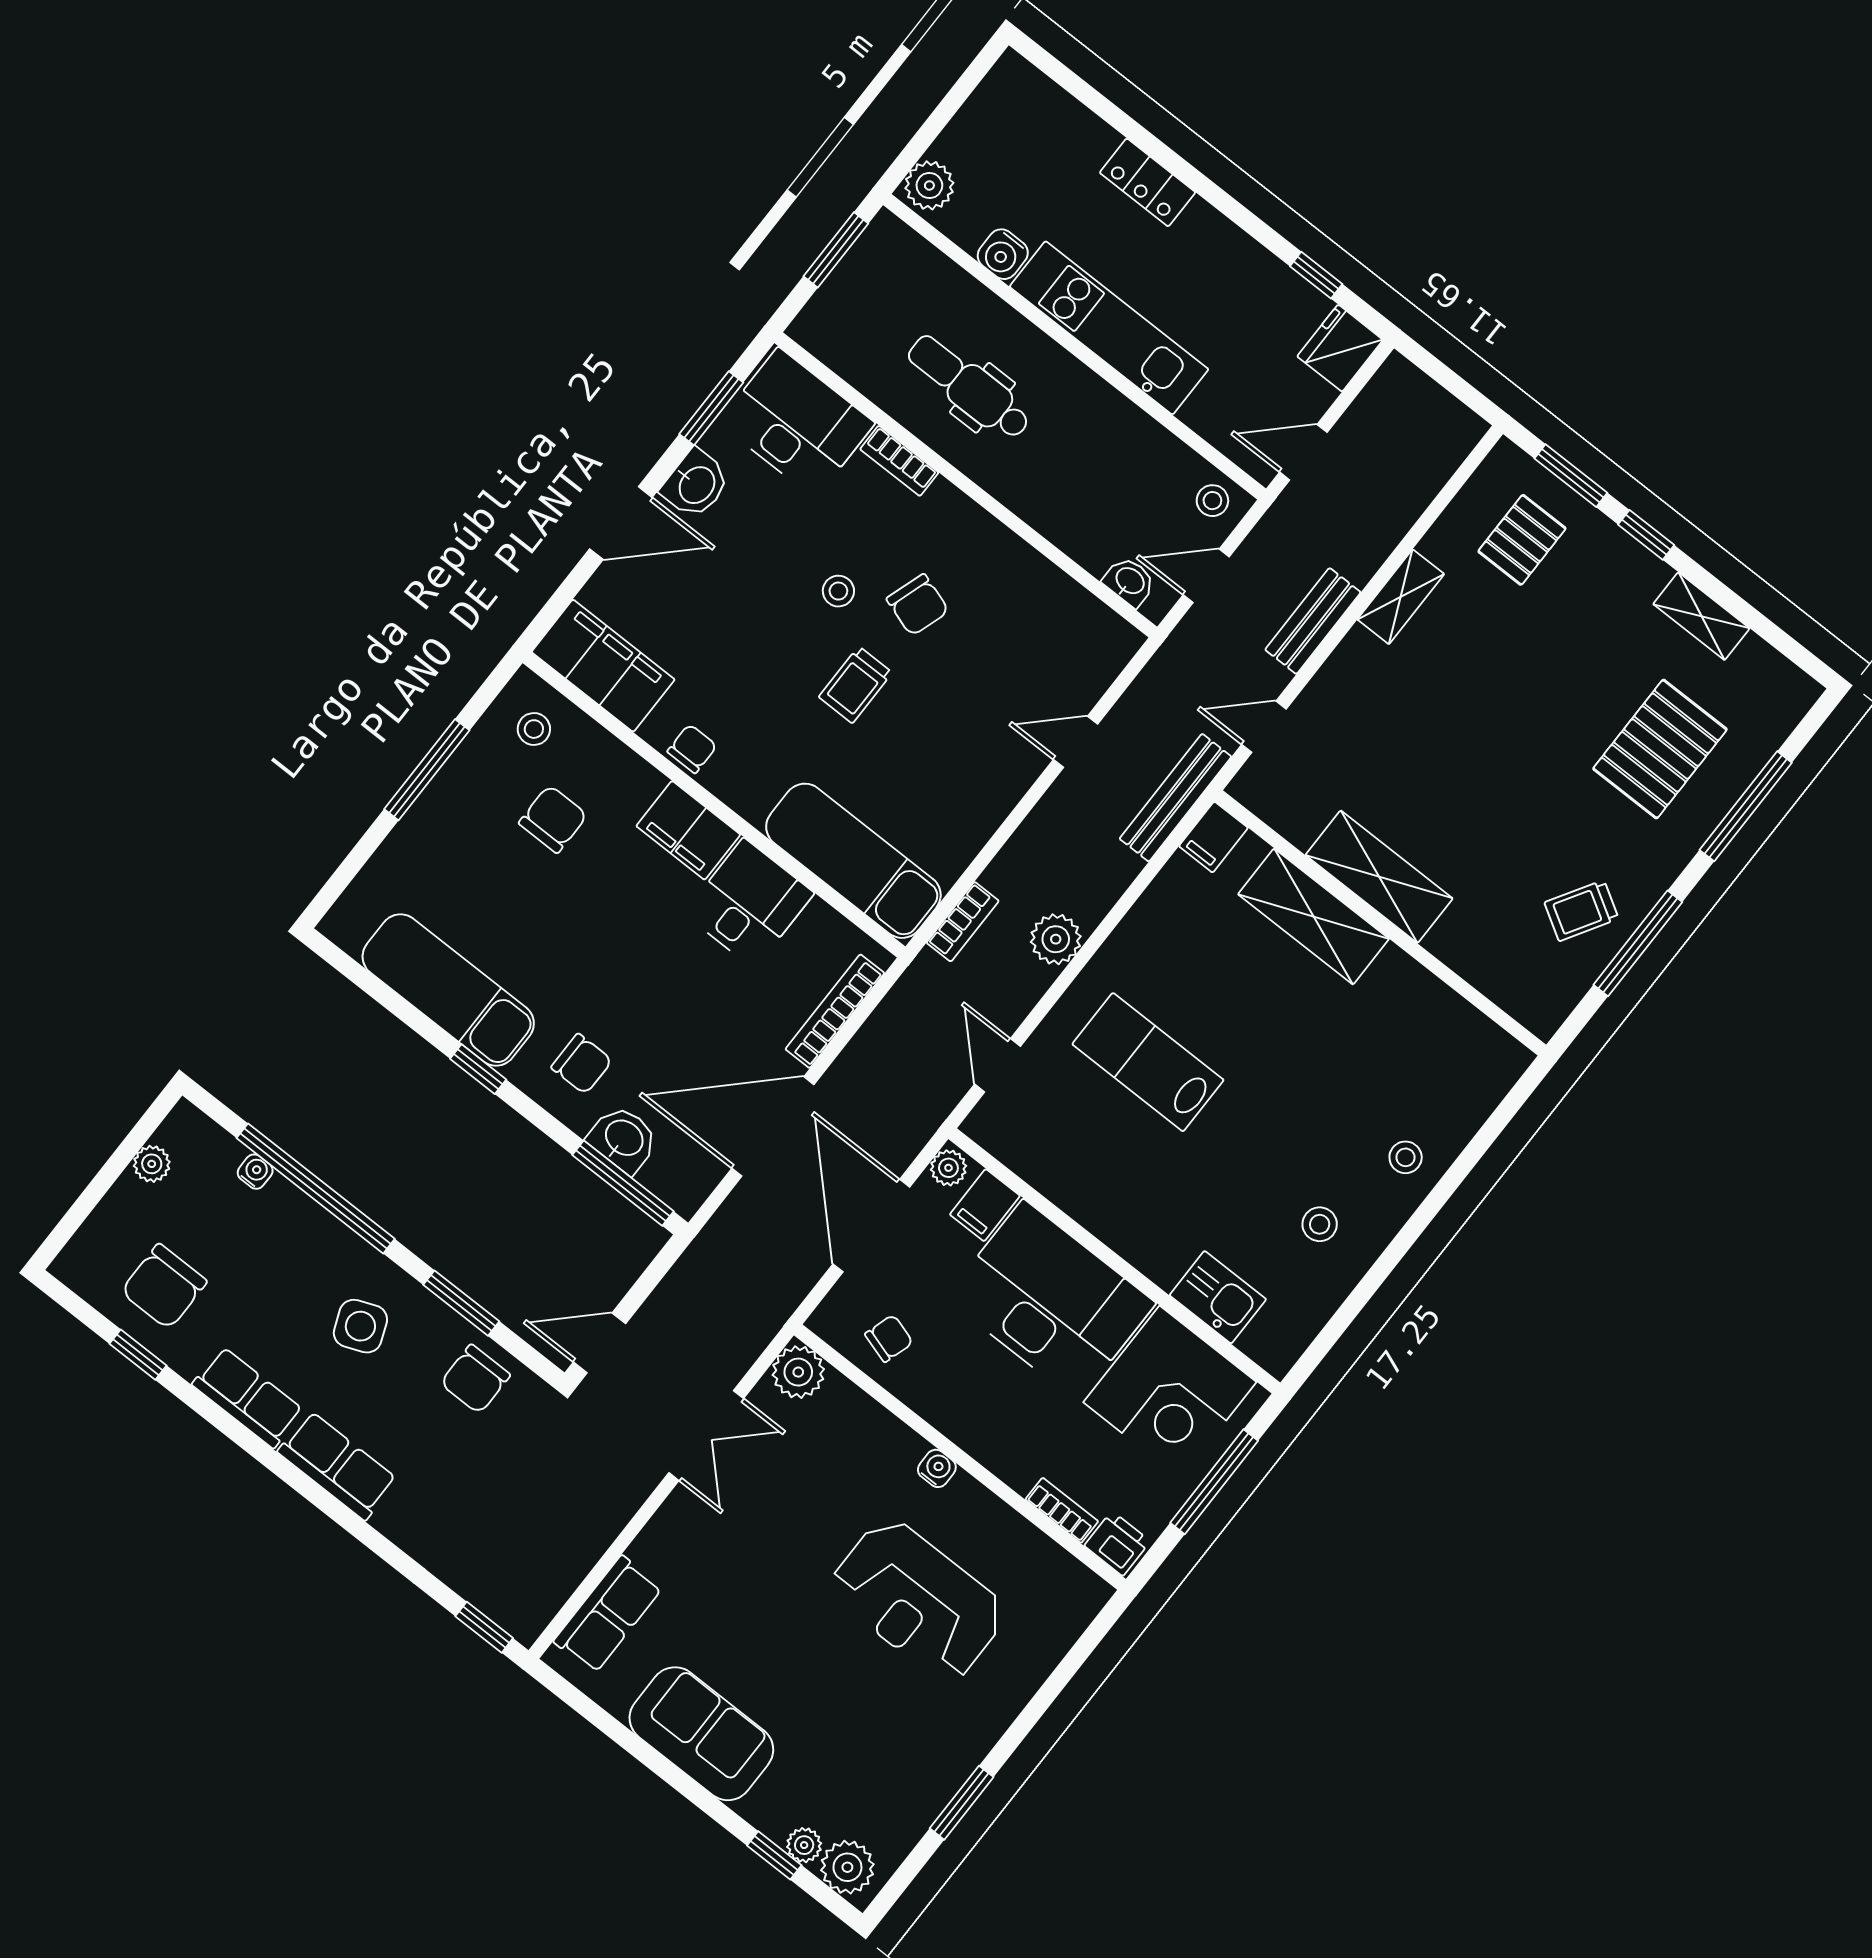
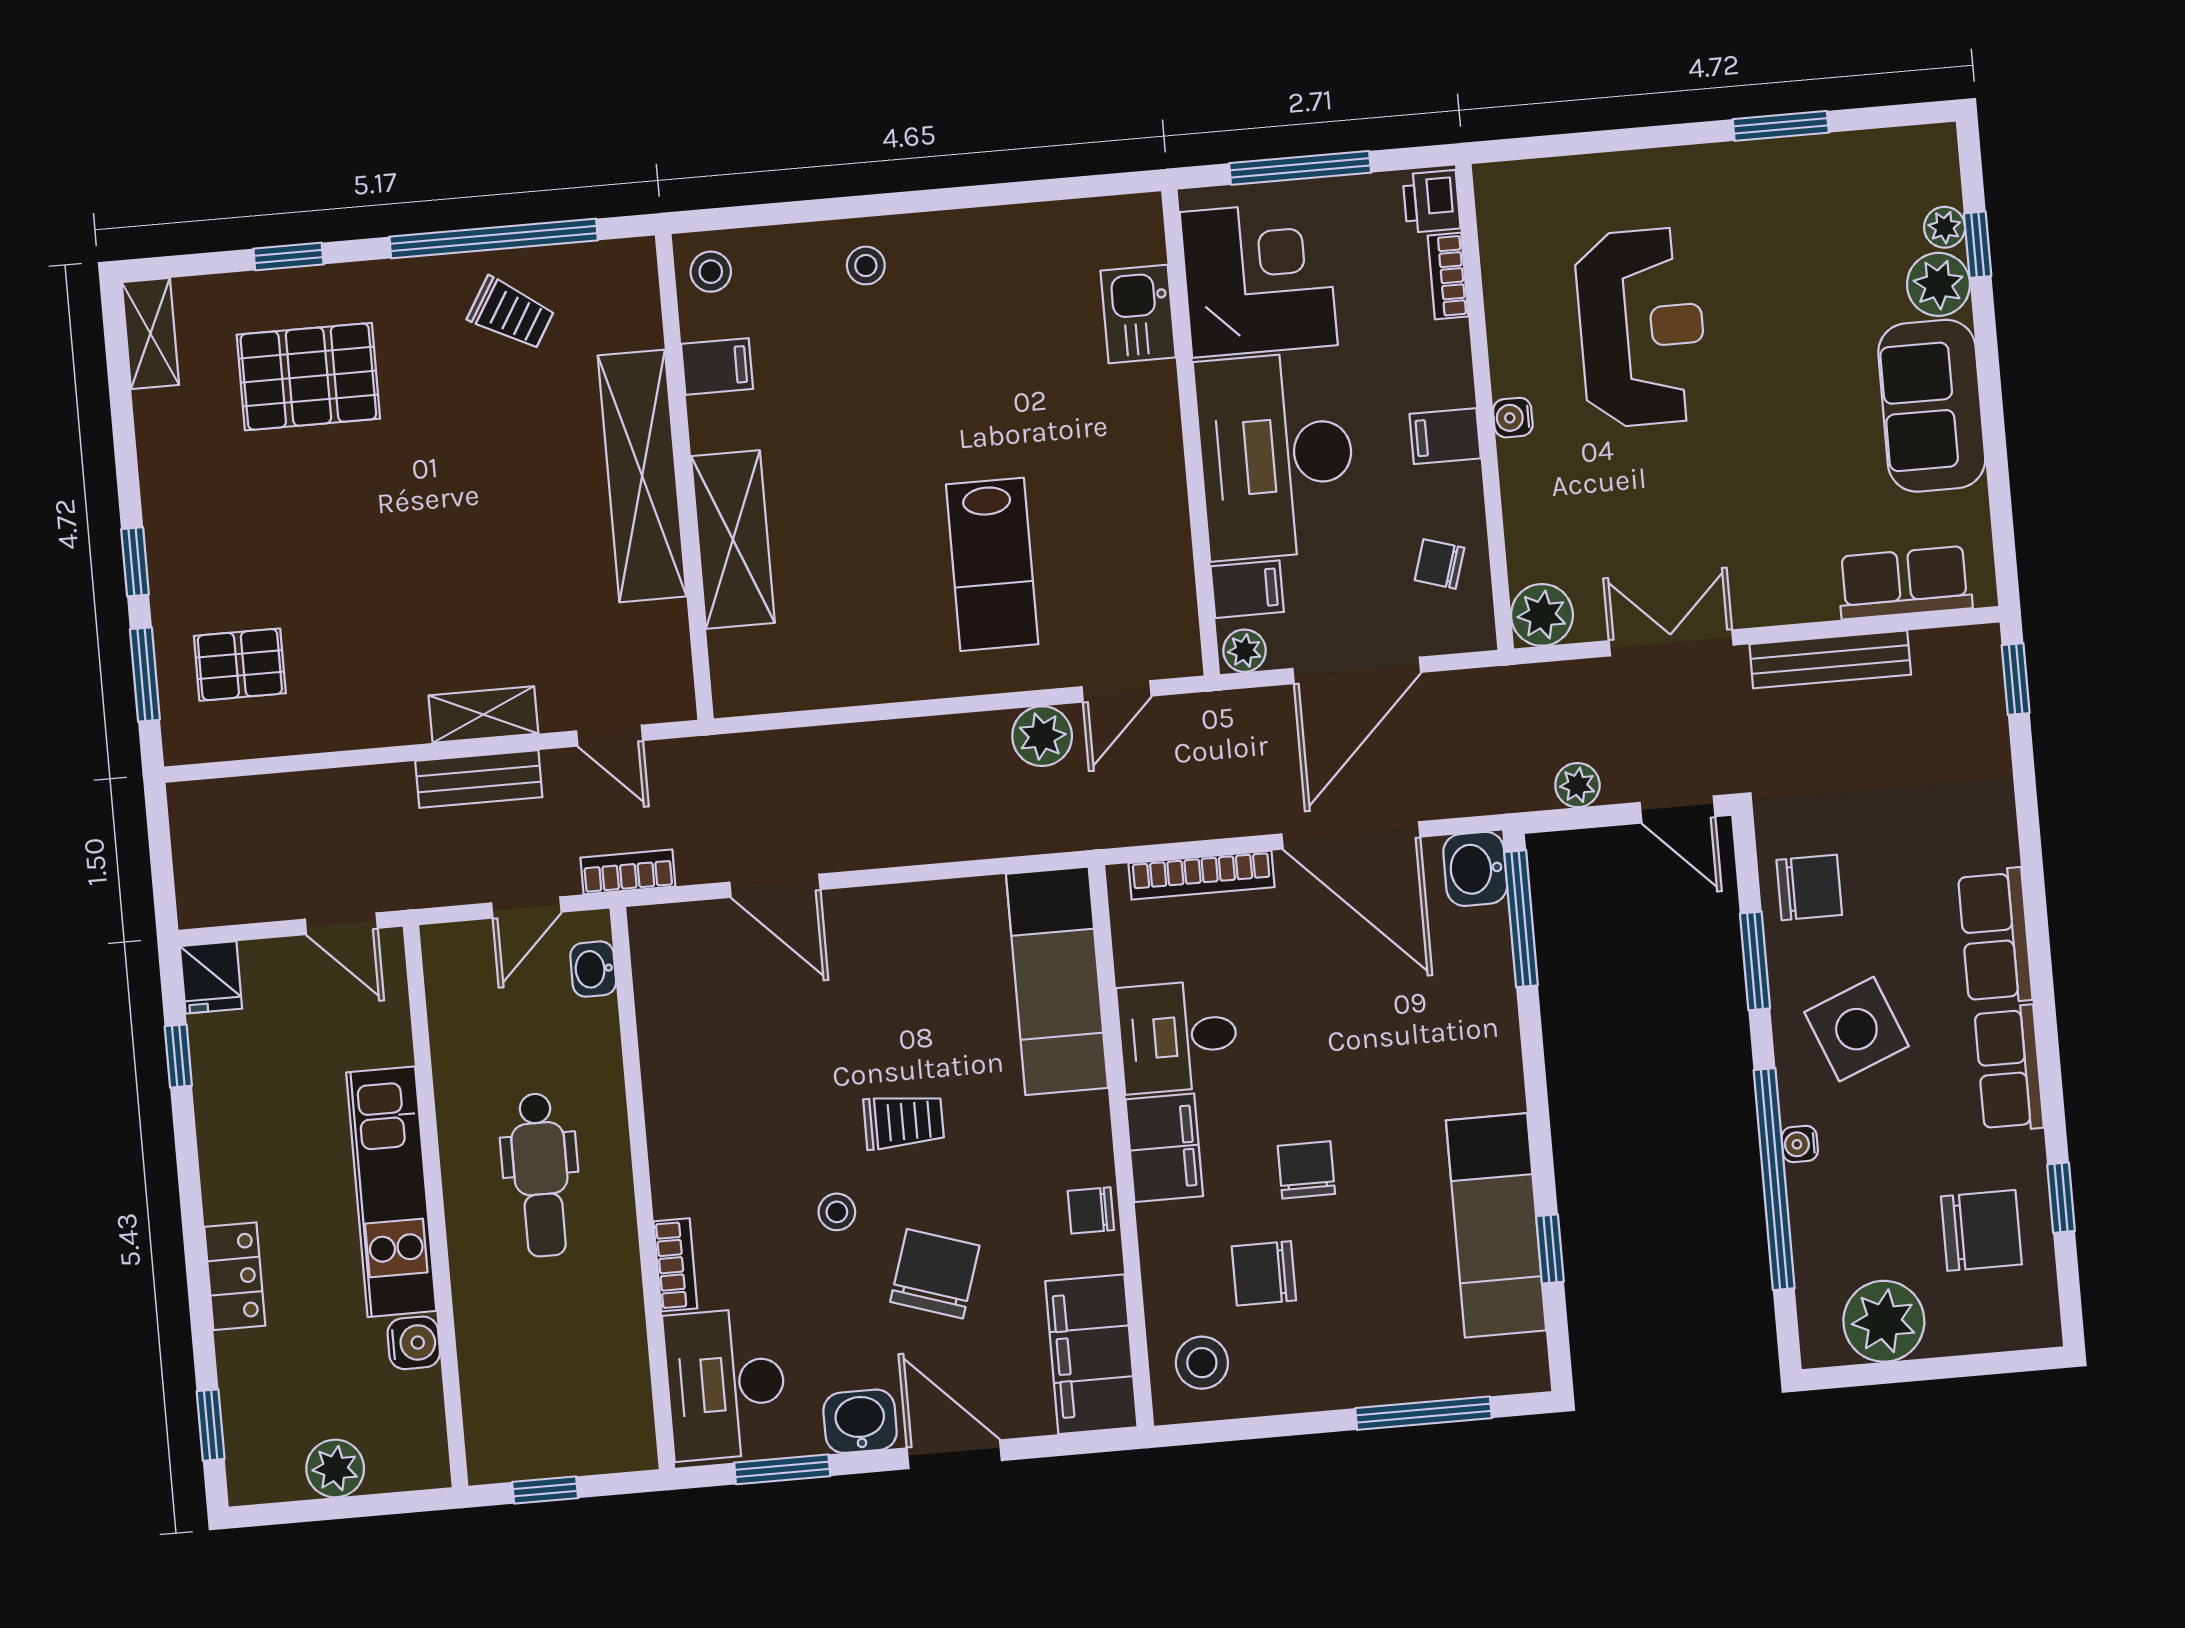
window: (1070, 81) -> (211, 1425), added
plant: (929, 185) -> (335, 1468), moved
window: (836, 250) -> (545, 1490), width x0.67
fridge: (1340, 348) -> (211, 977), width x0.72
dental chair: (969, 387) -> (541, 1175), moved
stool: (1212, 501) -> (456, 963), removed
door: (1206, 576) -> (526, 908), hinge flipped
shelving: (1401, 597) -> (483, 715), moved
chair: (918, 605) -> (935, 1274), moved, width x1.37, depth x1.37
shelving: (1701, 616) -> (150, 334), moved
stool: (534, 729) -> (1202, 1363), width x1.37, depth x1.37
door: (1075, 742) -> (775, 886), width x1.38
window: (427, 770) -> (1424, 1413), moved
bench: (1175, 798) -> (1830, 659), moved
window: (1746, 806) -> (288, 256), width x0.46
filing cabinet: (1213, 837) -> (717, 366), moved
shelving: (1379, 877) -> (642, 476), width x1.47
bookcase: (963, 922) -> (628, 872), moved
plant: (1056, 939) -> (1042, 736), moved
window: (1638, 943) -> (494, 239), width x1.46
chair: (582, 1064) -> (1306, 1170), moved
window: (478, 1069) -> (1550, 1249), moved
washbasin: (623, 1139) -> (1475, 869), moved
plant: (152, 1164) -> (1884, 1321), width x1.87, depth x1.87
water cooler: (255, 1172) -> (1800, 1144), moved
stool: (1320, 1224) -> (711, 272), moved
plant: (673, 1295) -> (1577, 785), added
side table: (360, 1326) -> (1856, 1029), width x1.37, depth x1.37
filing cabinet: (965, 1416) -> (1445, 436), added
plant: (847, 1867) -> (1938, 284), moved

